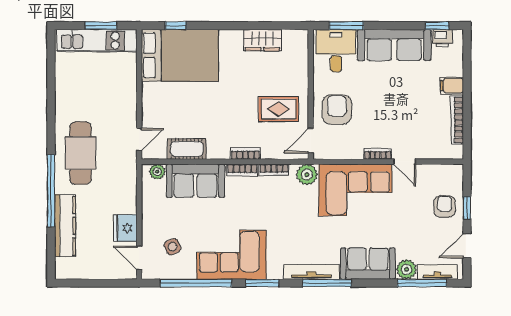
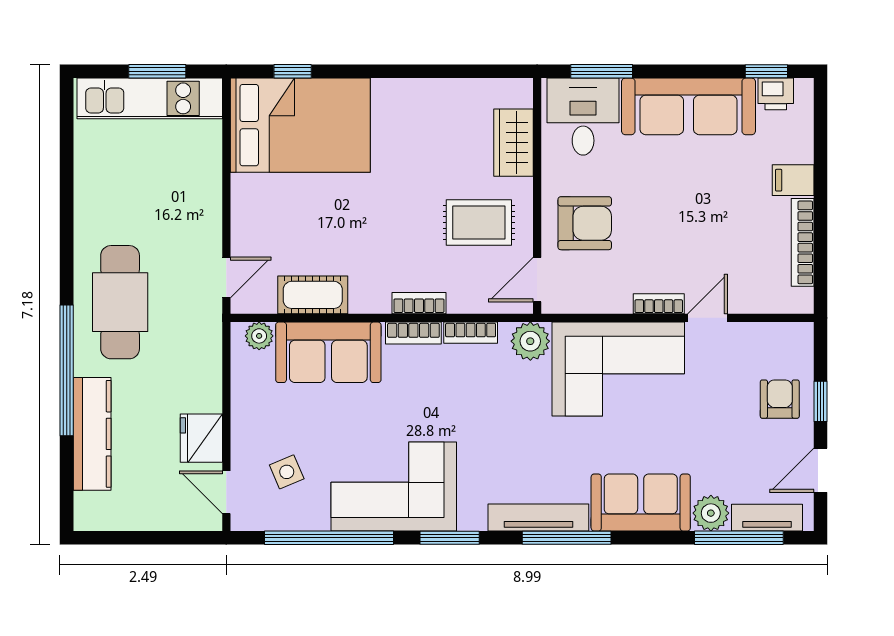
wardrobe: (262, 40) -> (514, 143), moved, turned 90
armchair: (337, 109) -> (585, 223), turned 90
door: (405, 162) -> (707, 318), swing flipped

